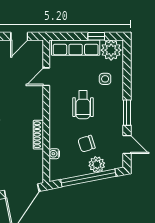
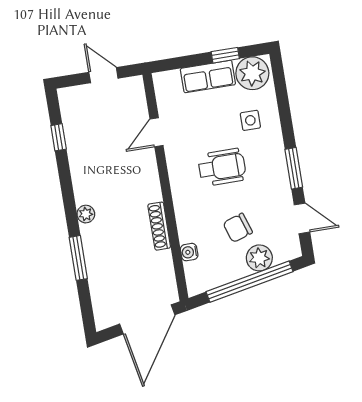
door: (19, 36) -> (103, 75), swing flipped
row of seats: (76, 48) -> (208, 77), width x0.68
wheelchair: (83, 105) -> (222, 167), turned -90

